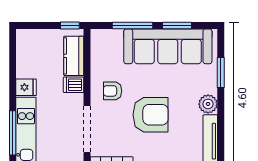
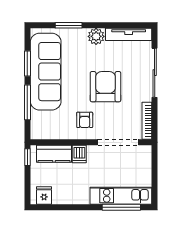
fridge: (26, 87) -> (44, 196), moved

